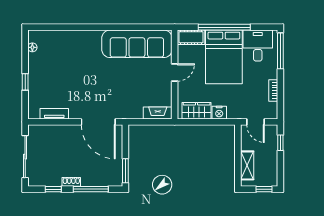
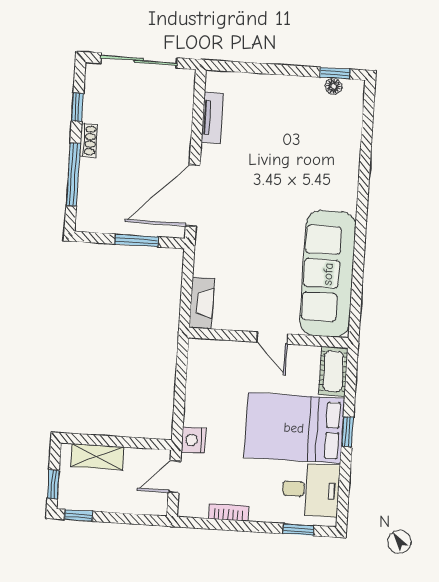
window: (224, 27) -> (348, 432), width x0.32
window: (280, 51) -> (299, 530), width x0.46
window: (25, 82) -> (335, 73), moved
wardrobe: (197, 111) -> (201, 373), removed
nightstand: (219, 113) -> (194, 440), moved
window: (280, 143) -> (78, 515), moved
window: (125, 171) -> (136, 240), moved

